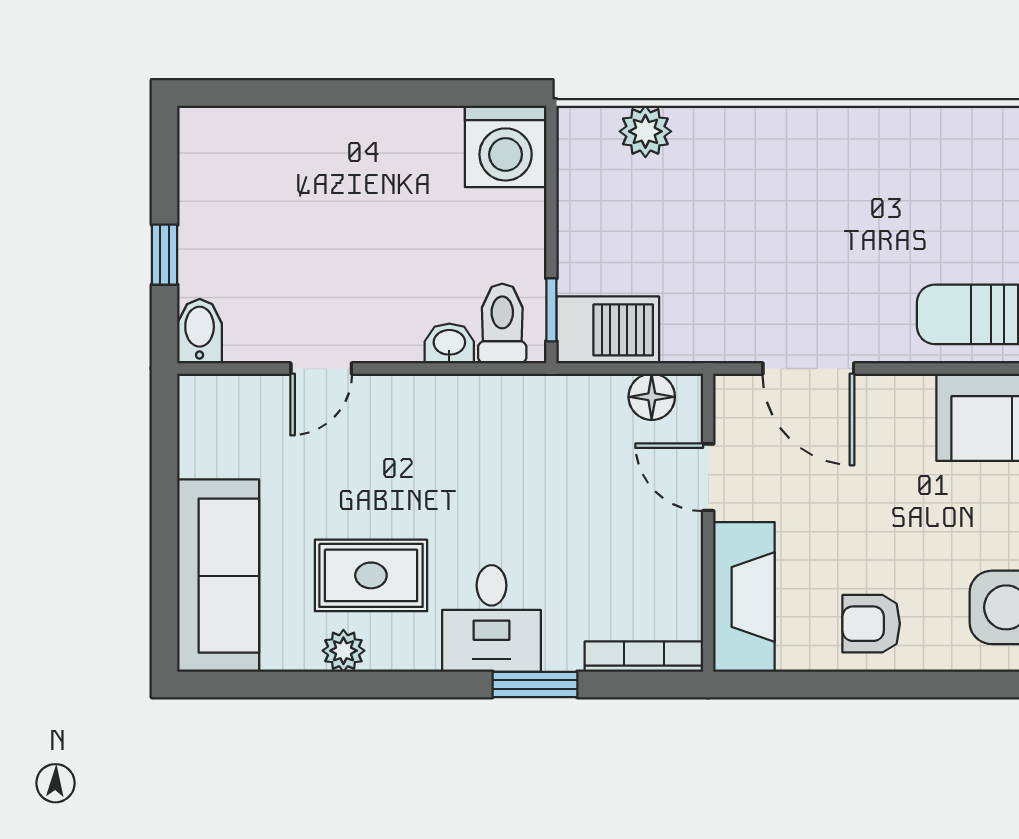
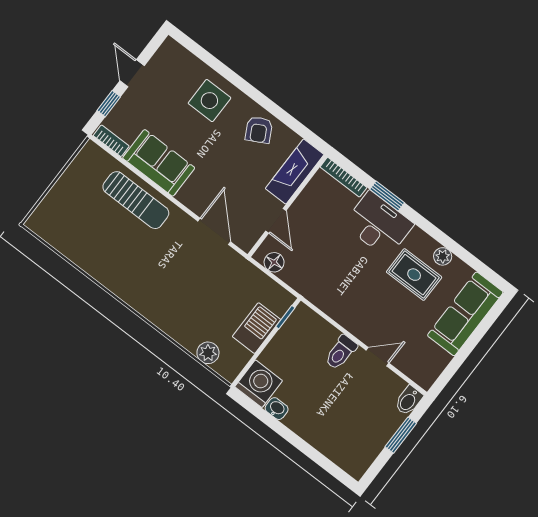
window: (165, 255) -> (401, 435), width x1.50
toilet: (502, 324) -> (341, 352), moved
barbecue: (608, 330) -> (256, 328), moved, turned 90
washbasin: (449, 343) -> (277, 409), moved, turned 180
desk: (491, 618) -> (379, 224), width x1.37
armchair: (871, 624) -> (259, 130), turned 62

